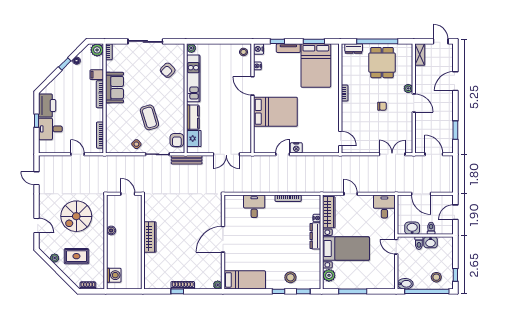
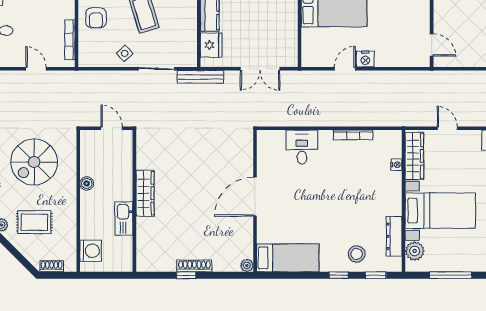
armchair: (177, 140) -> (96, 18), moved
dresser: (315, 236) -> (394, 236), moved
kitchen sink: (136, 254) -> (124, 218), added

